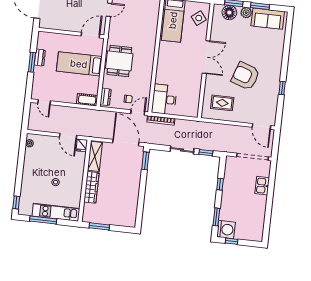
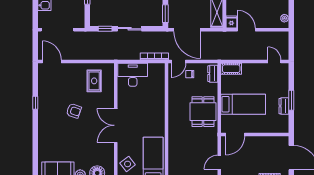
armchair: (245, 76) -> (74, 111), width x0.53, depth x0.53
desk: (164, 99) -> (133, 75), moved, turned -90
rug: (222, 103) -> (94, 81), turned 90

